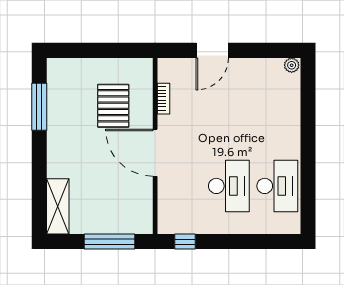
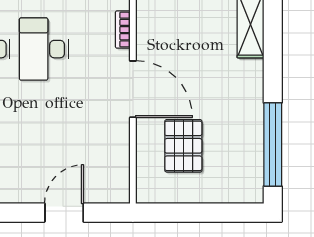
bookcase: (163, 99) -> (123, 30), moved
window: (39, 107) -> (273, 145), width x1.46

